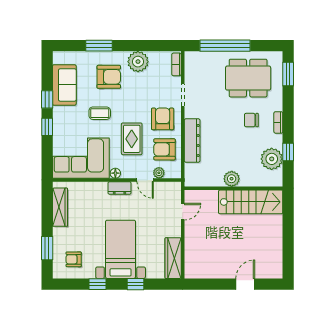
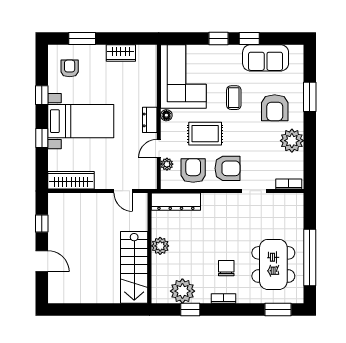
window: (225, 46) -> (310, 257), moved
dresser: (192, 140) -> (176, 202), moved
wardrobe: (60, 207) -> (121, 53), width x0.67
window: (212, 284) -> (42, 224), added

